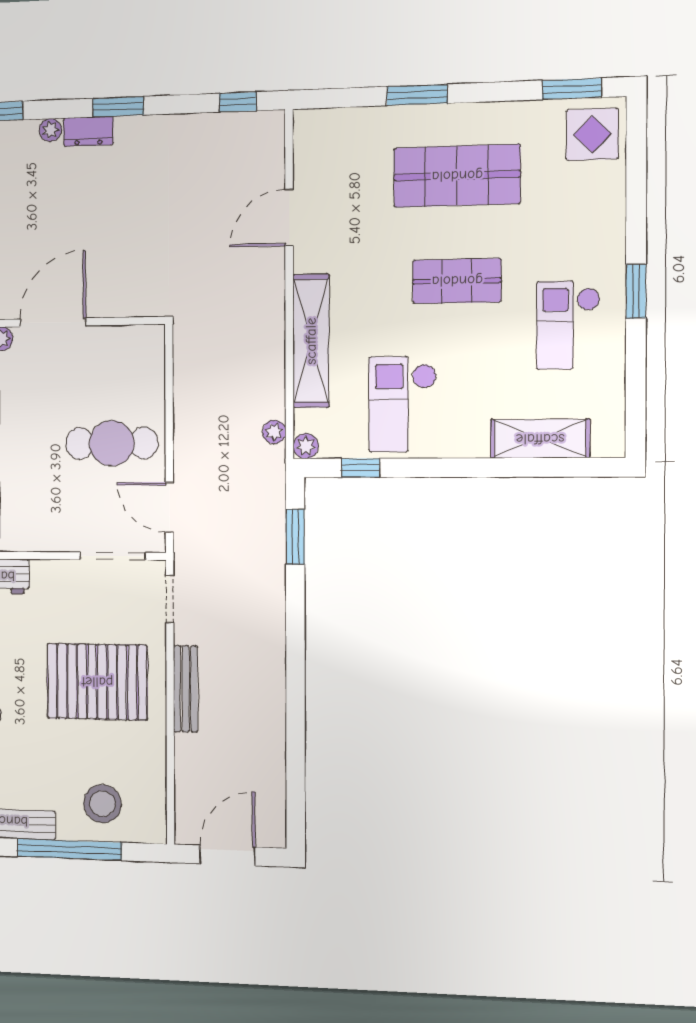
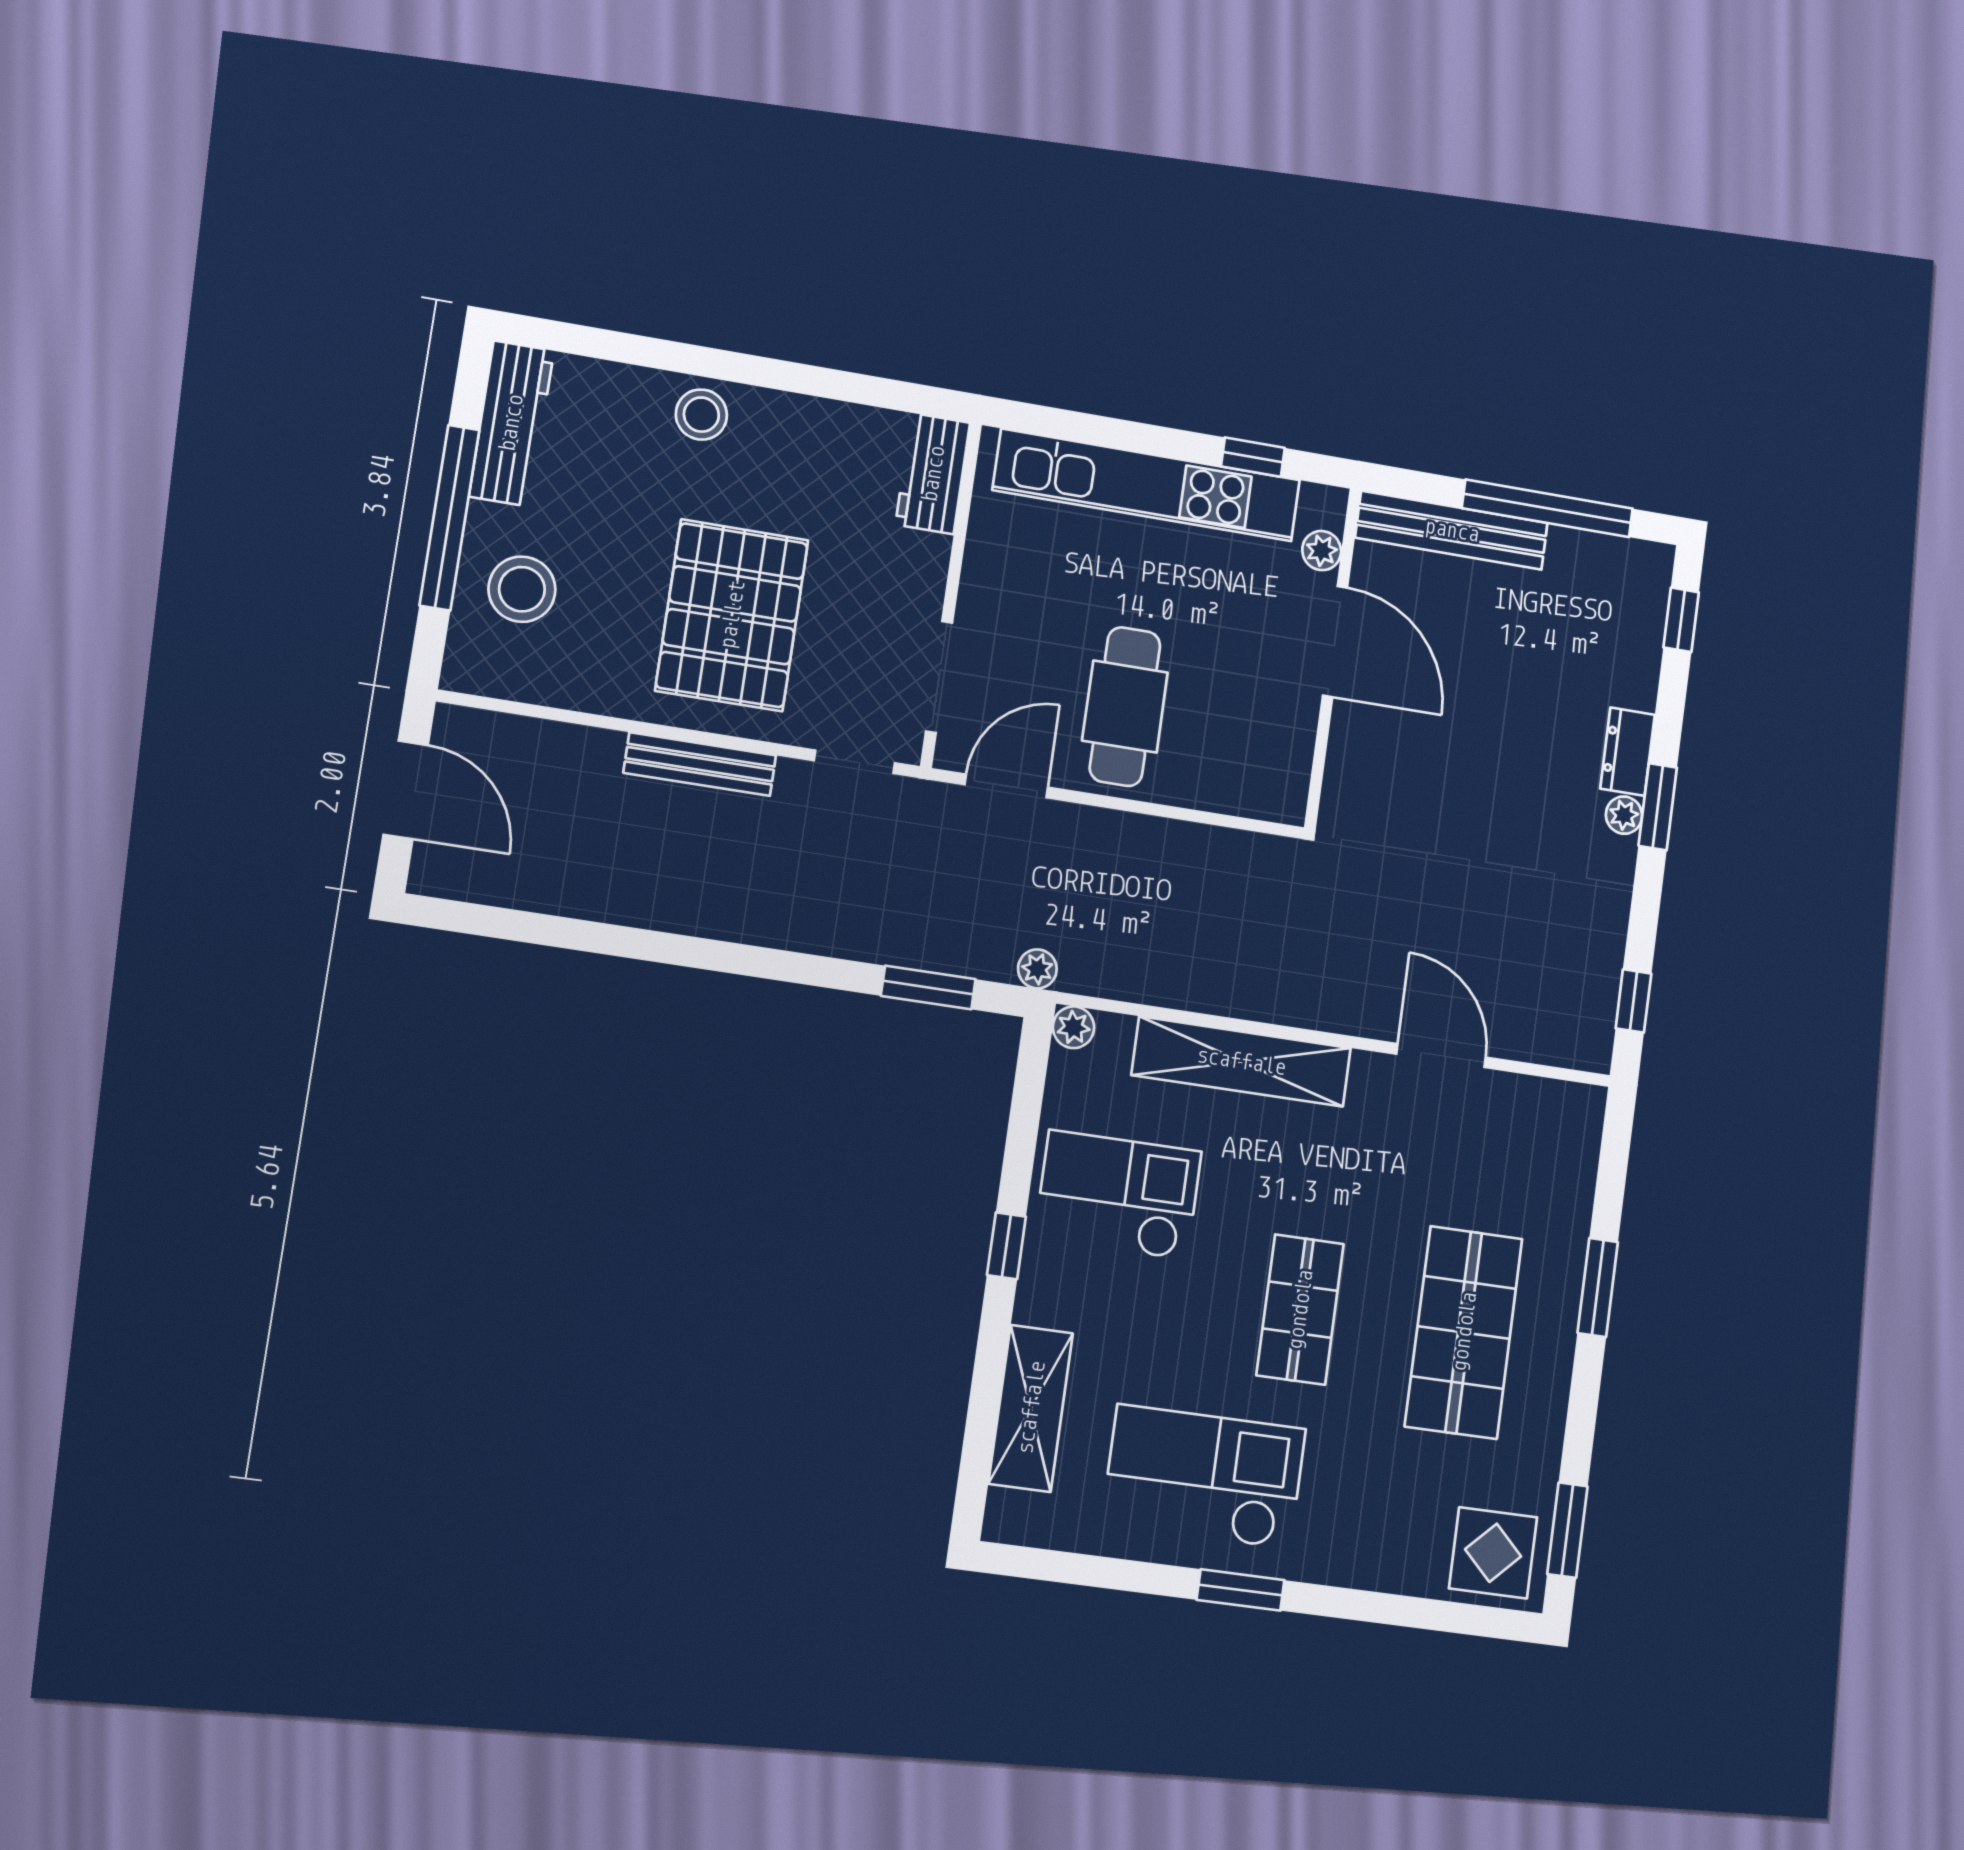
plant: (50, 130) -> (1624, 815), moved
checkout: (568, 325) -> (1204, 1477), width x1.36, depth x1.21
plant: (274, 432) -> (1037, 969), moved
window: (361, 468) -> (1006, 1246), moved

